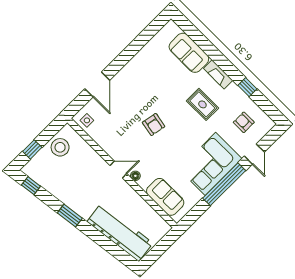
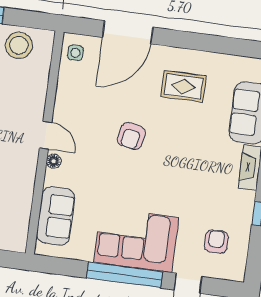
door: (97, 84) -> (128, 32), width x1.36
rug: (202, 104) -> (183, 86), moved, turned 90

